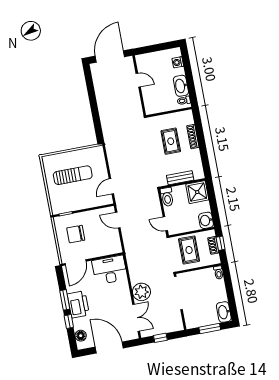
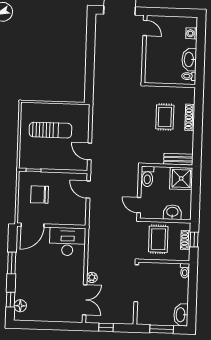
door: (138, 80) -> (145, 28), moved
bench: (180, 178) -> (178, 159), moved
door: (111, 186) -> (90, 151), hinge flipped
washbasin: (206, 220) -> (172, 212), moved, turned 90
plant: (141, 292) -> (92, 277), width x0.53, depth x0.53
printer: (78, 304) -> (25, 271), removed
window: (69, 322) -> (10, 300), moved
door: (109, 347) -> (48, 325), removed

